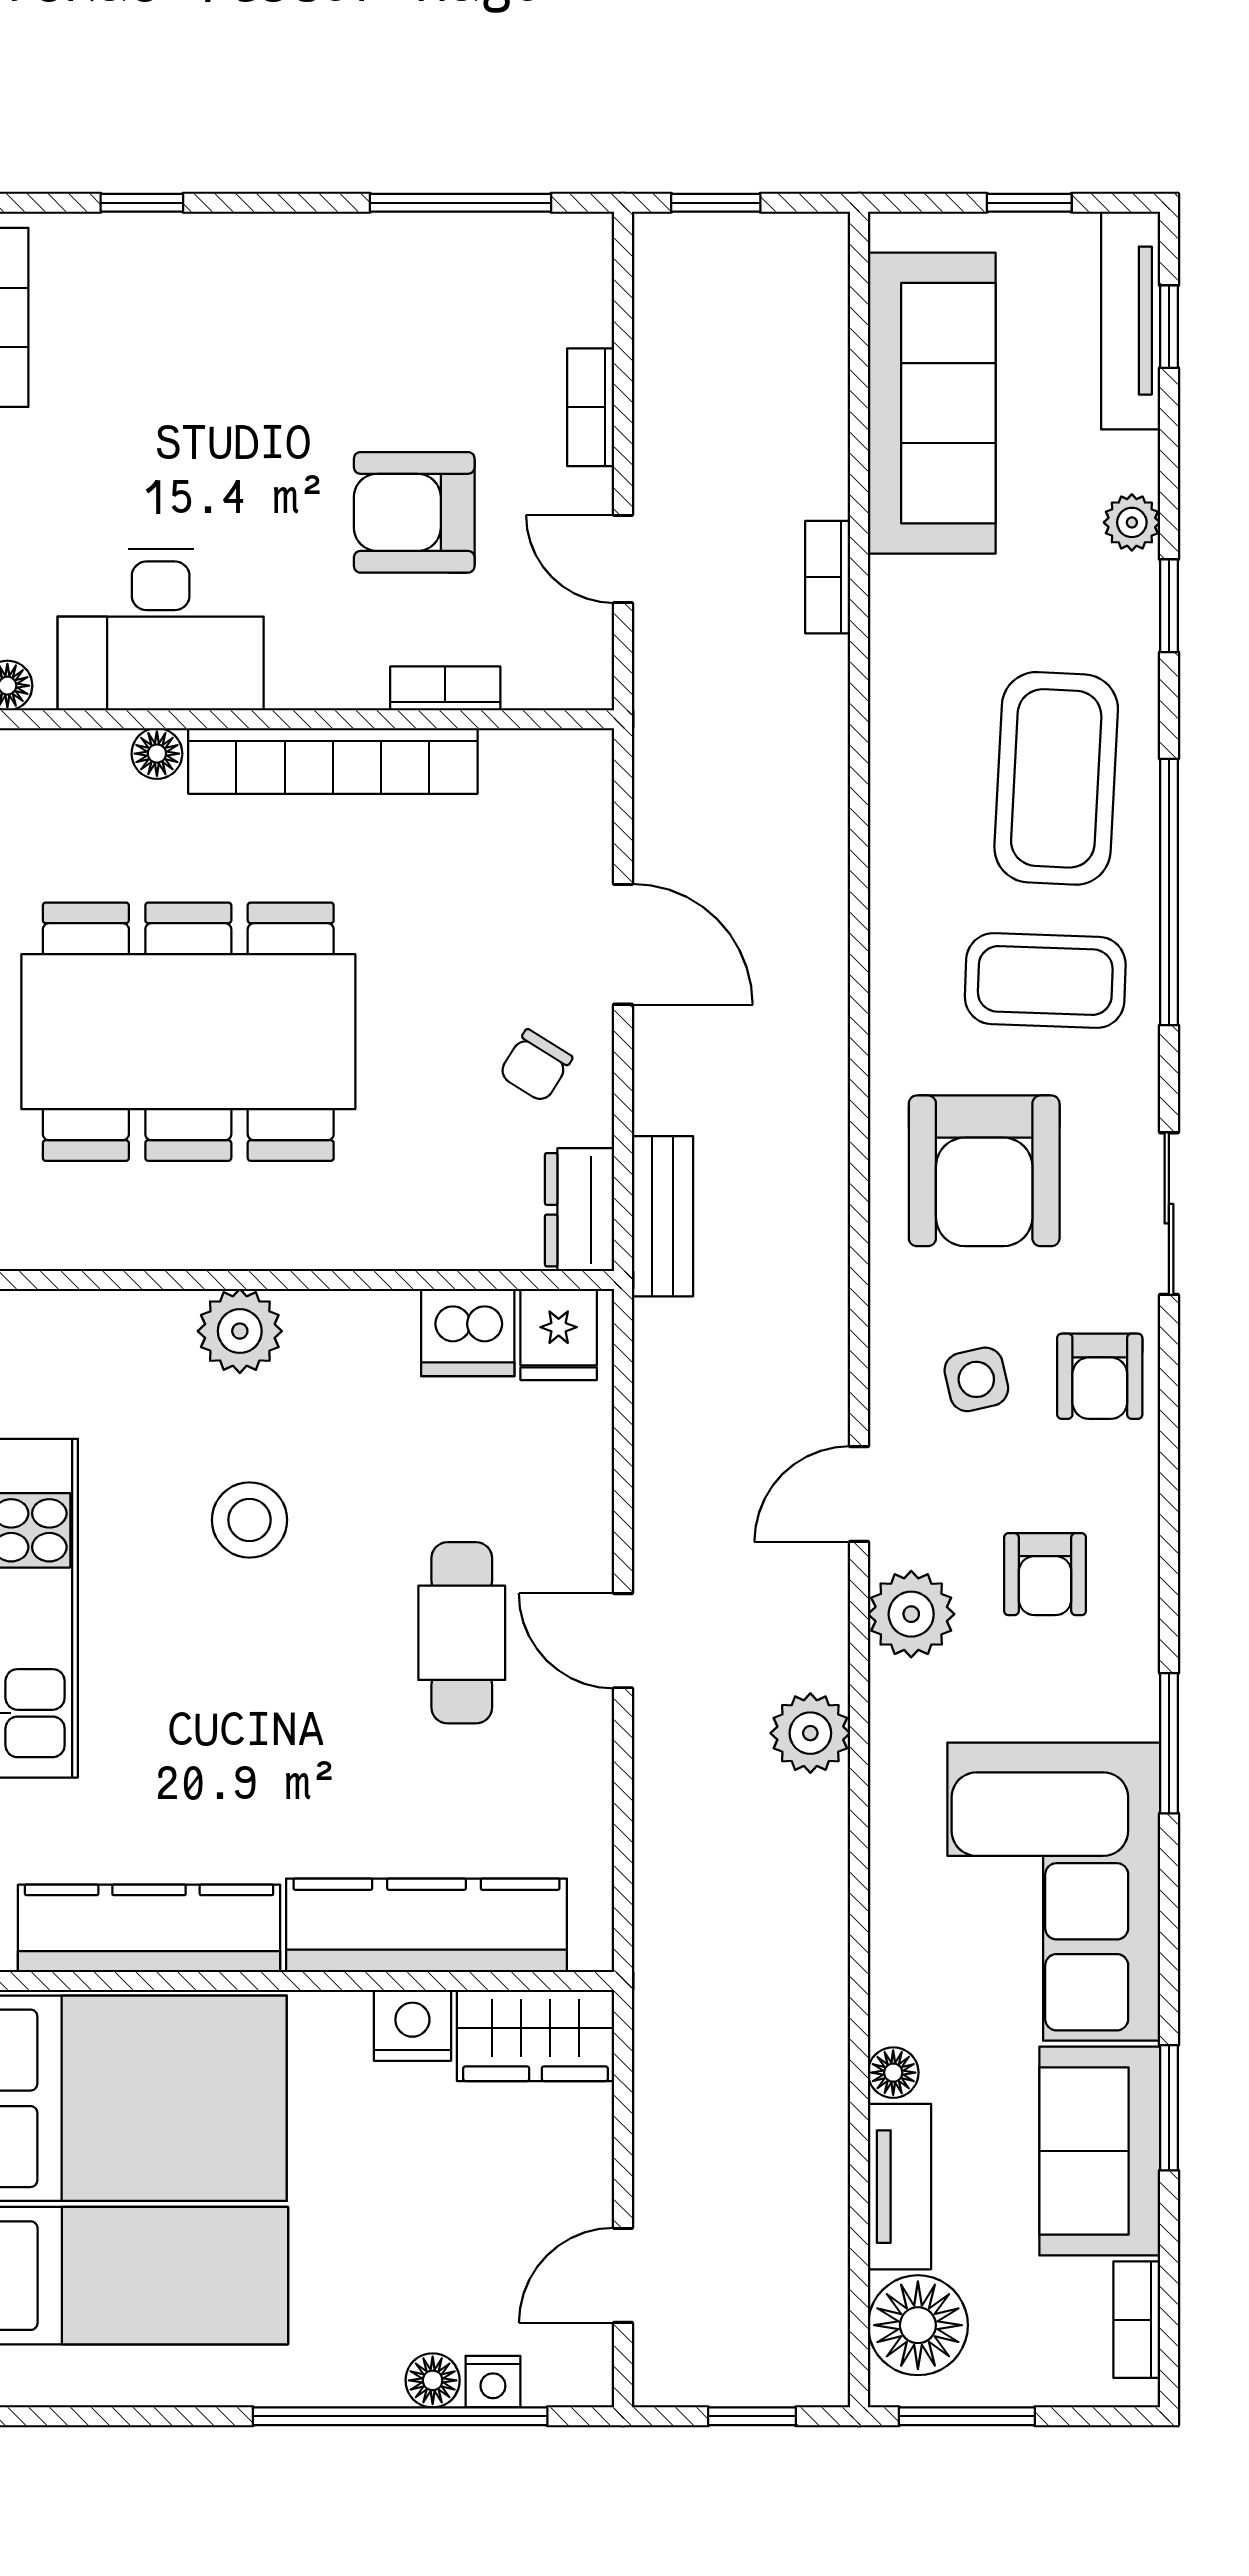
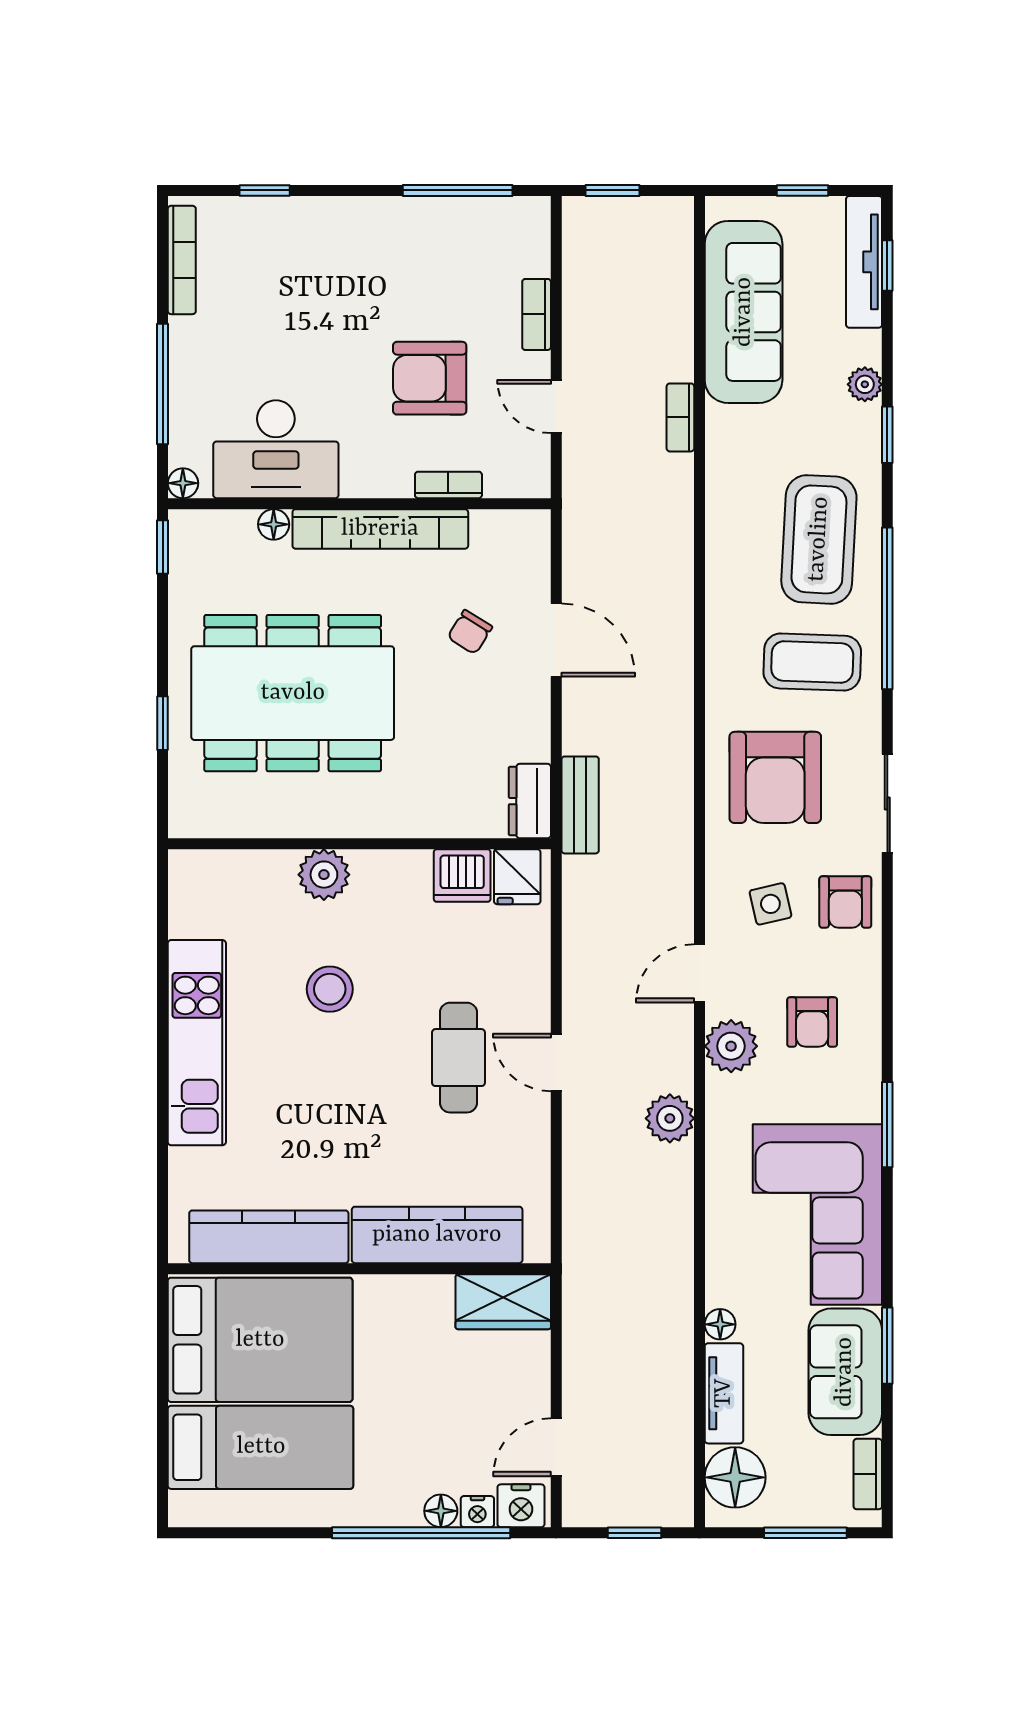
chair: (536, 1066) -> (470, 632), moved
nightstand: (412, 2025) -> (521, 1506), moved, turned 180
window: (967, 2416) -> (805, 1533), moved

